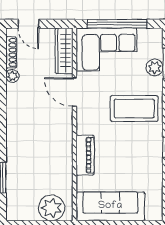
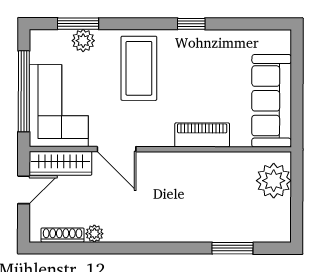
door: (28, 24) -> (24, 190), moved
door: (75, 92) -> (117, 149), hinge flipped

